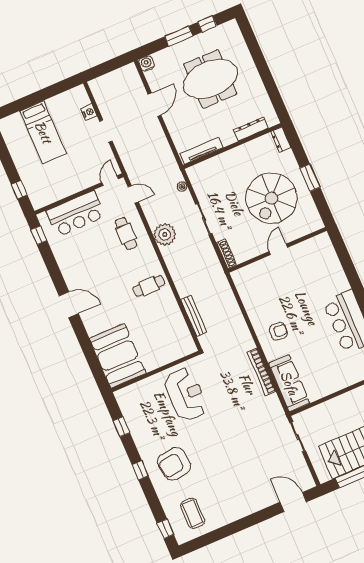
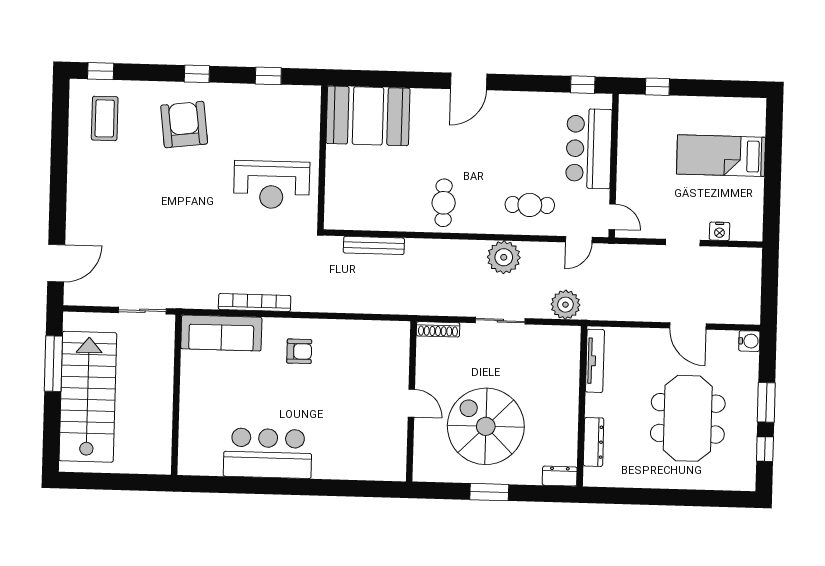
plant: (182, 187) -> (565, 305), width x1.87, depth x1.87
armchair: (278, 331) -> (299, 351), turned -94
coffee table: (193, 513) -> (105, 118), turned 90

